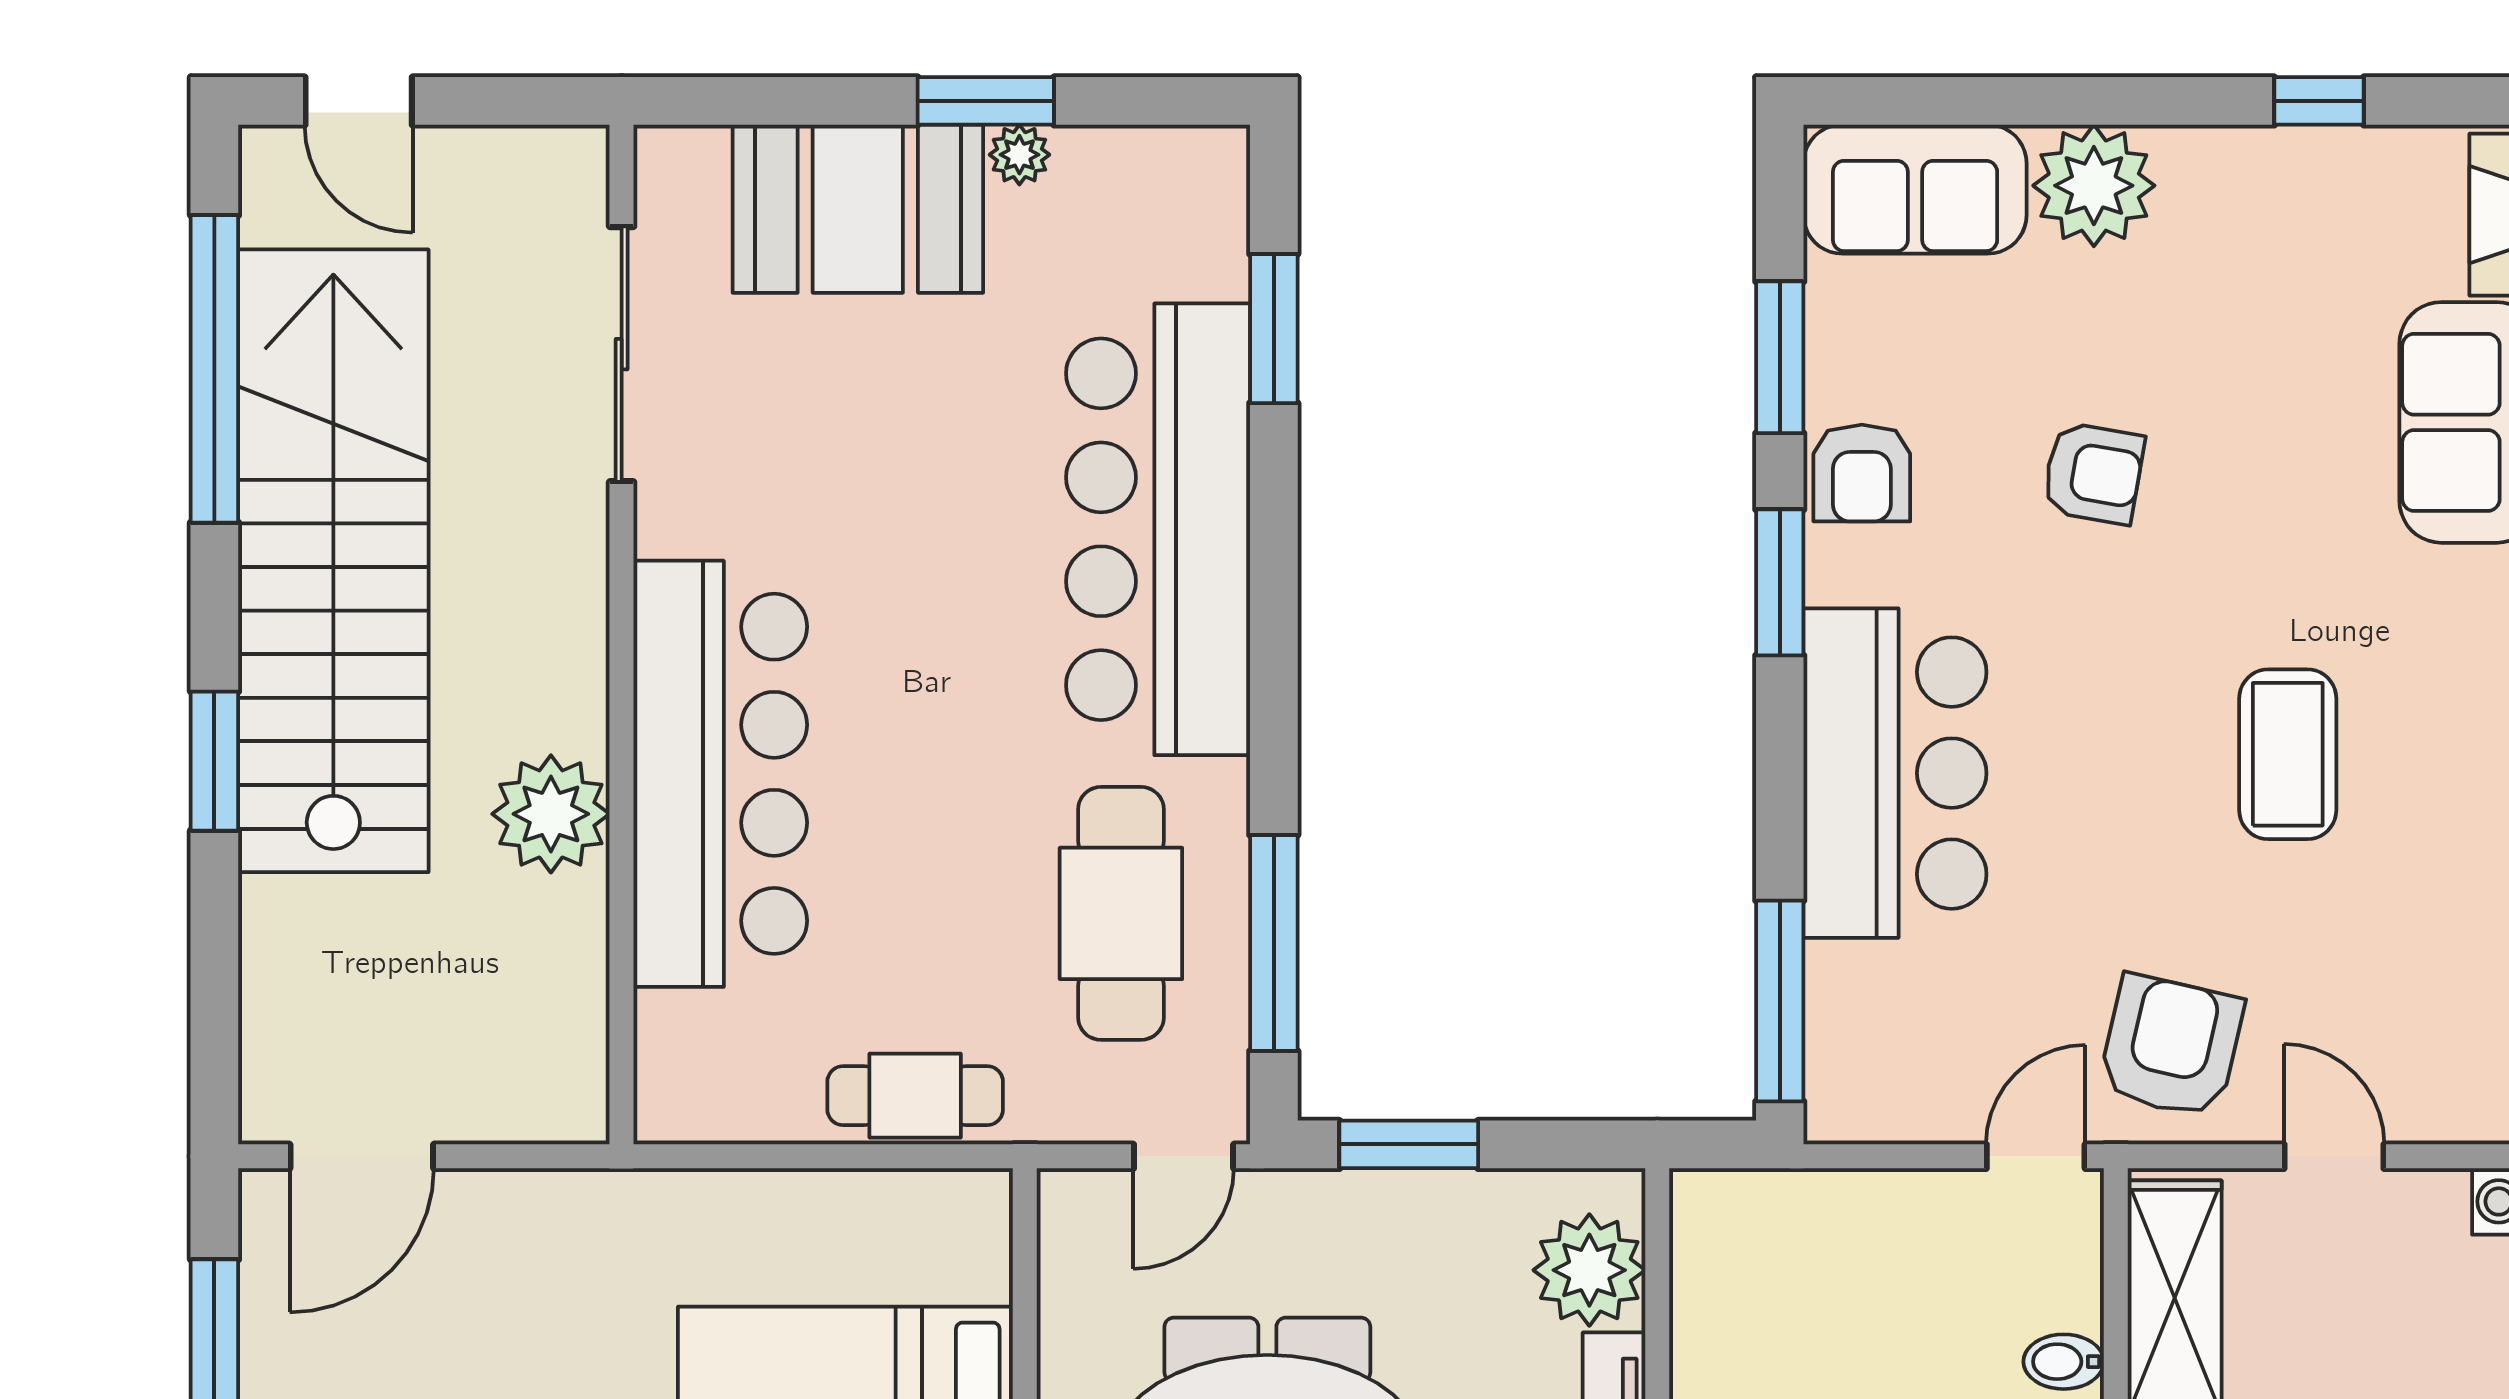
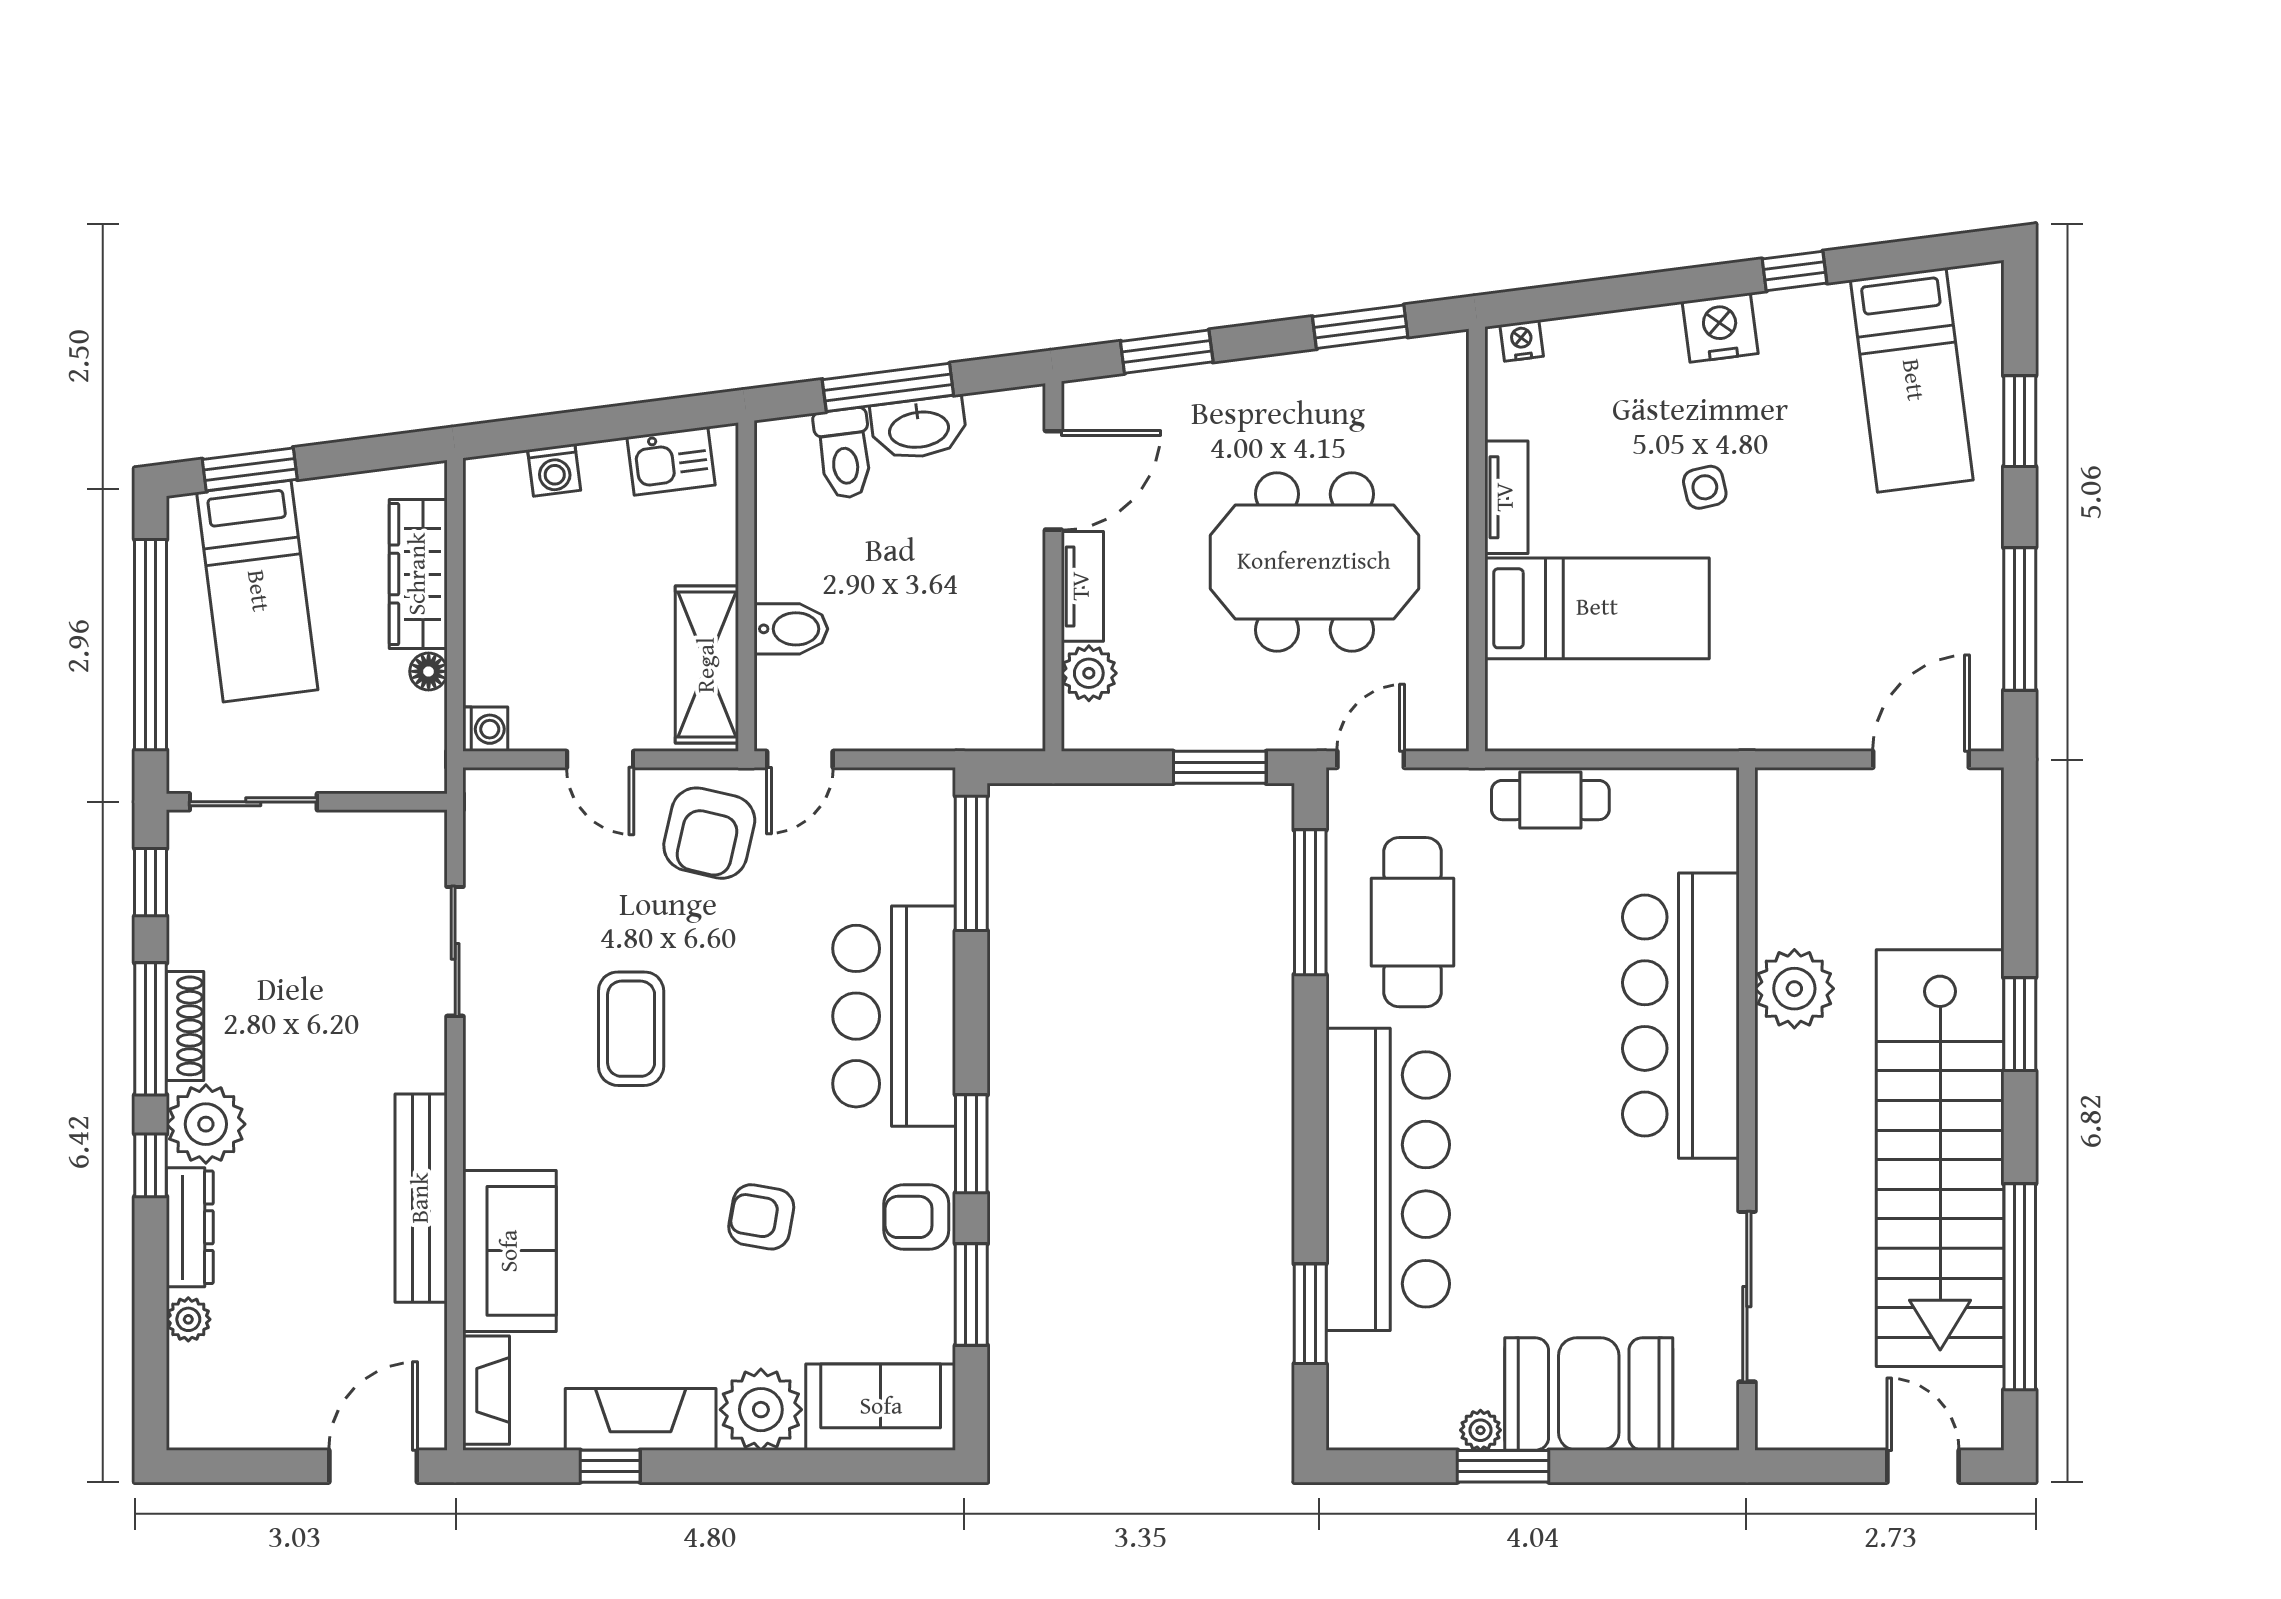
fireplace: (2273, 171) -> (641, 1419), added
armchair: (1862, 473) -> (916, 1217), turned -90
plant: (1589, 1270) -> (1089, 673), width x0.73, depth x0.73
bidet: (2064, 1362) -> (791, 629), width x1.38, depth x1.36

